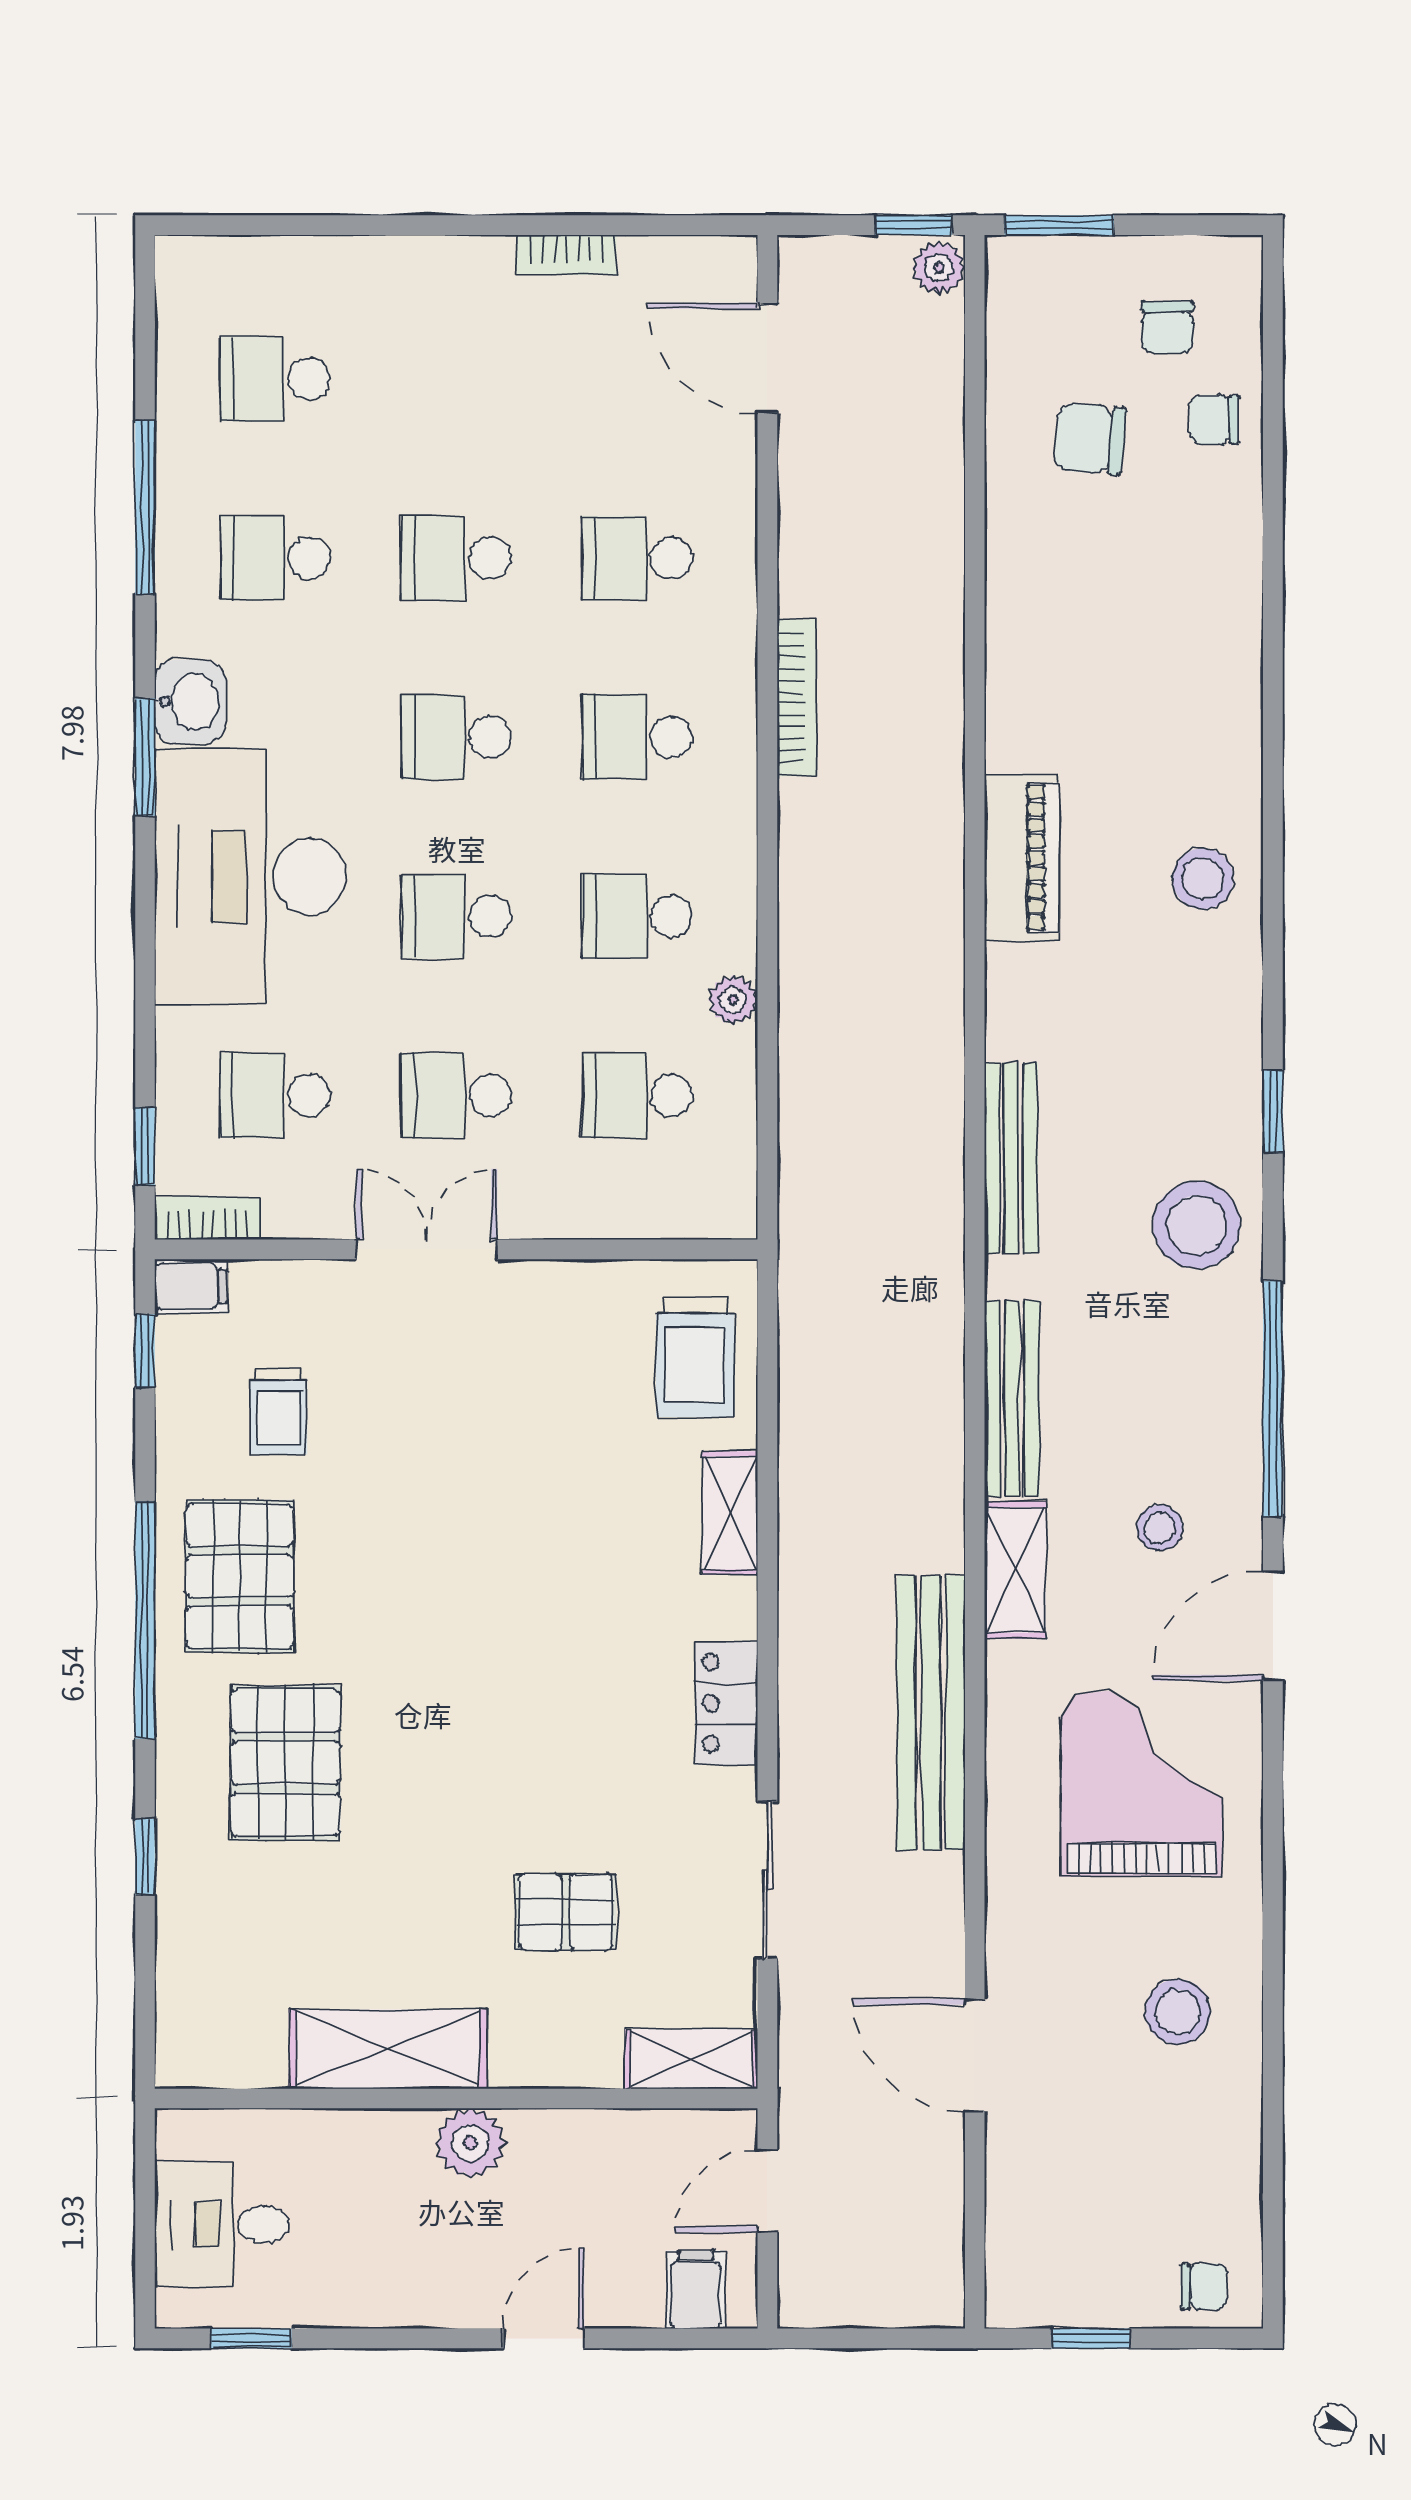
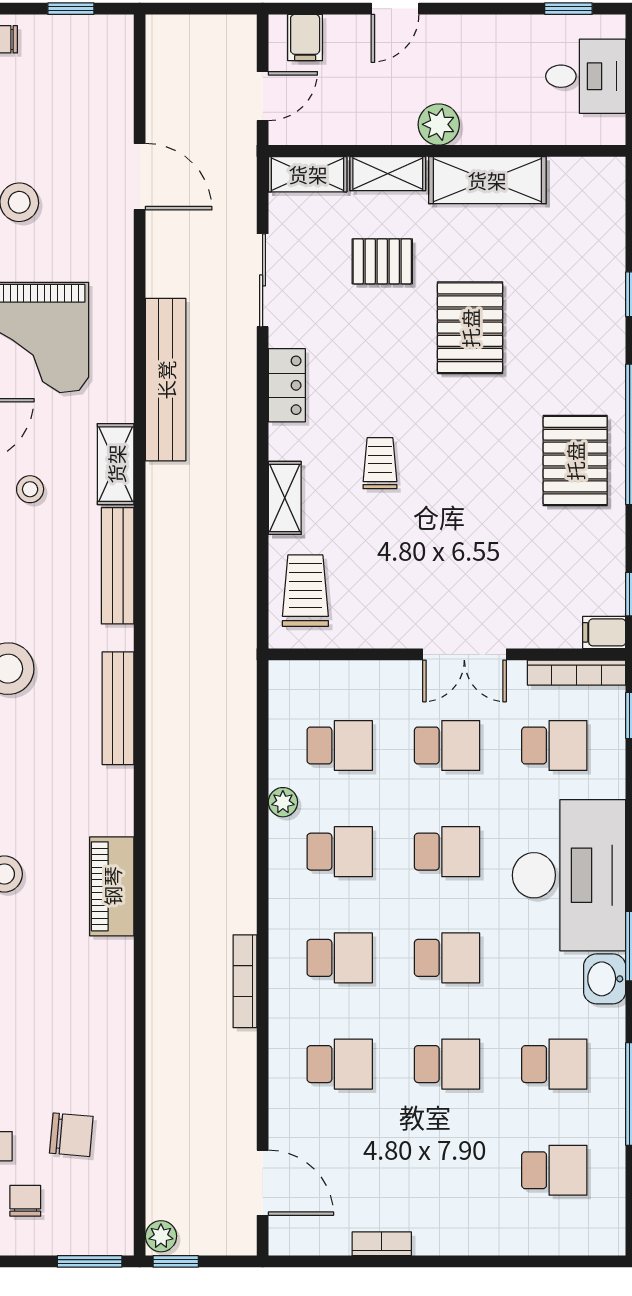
bookcase: (208, 1218) -> (577, 673), width x1.56
trolley: (279, 1411) -> (380, 463), moved
pallet: (285, 1763) -> (470, 328), moved
shelving: (556, 2060) -> (388, 174), added

